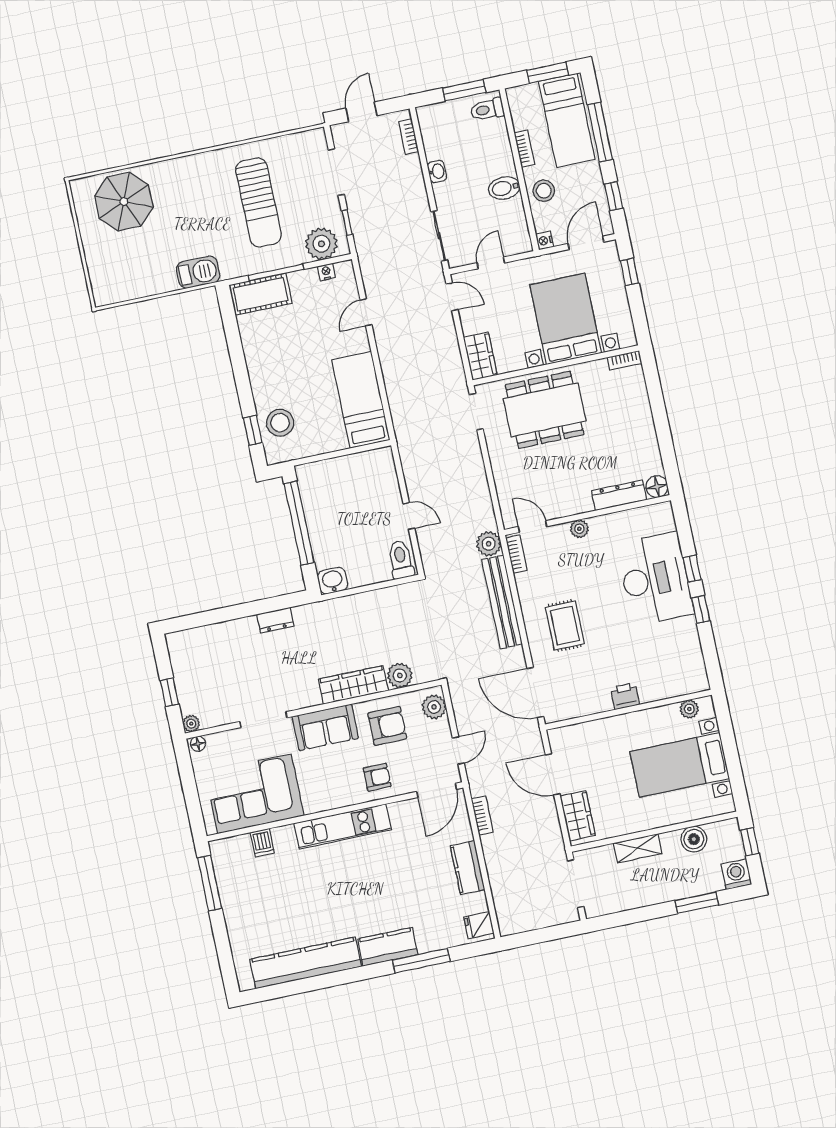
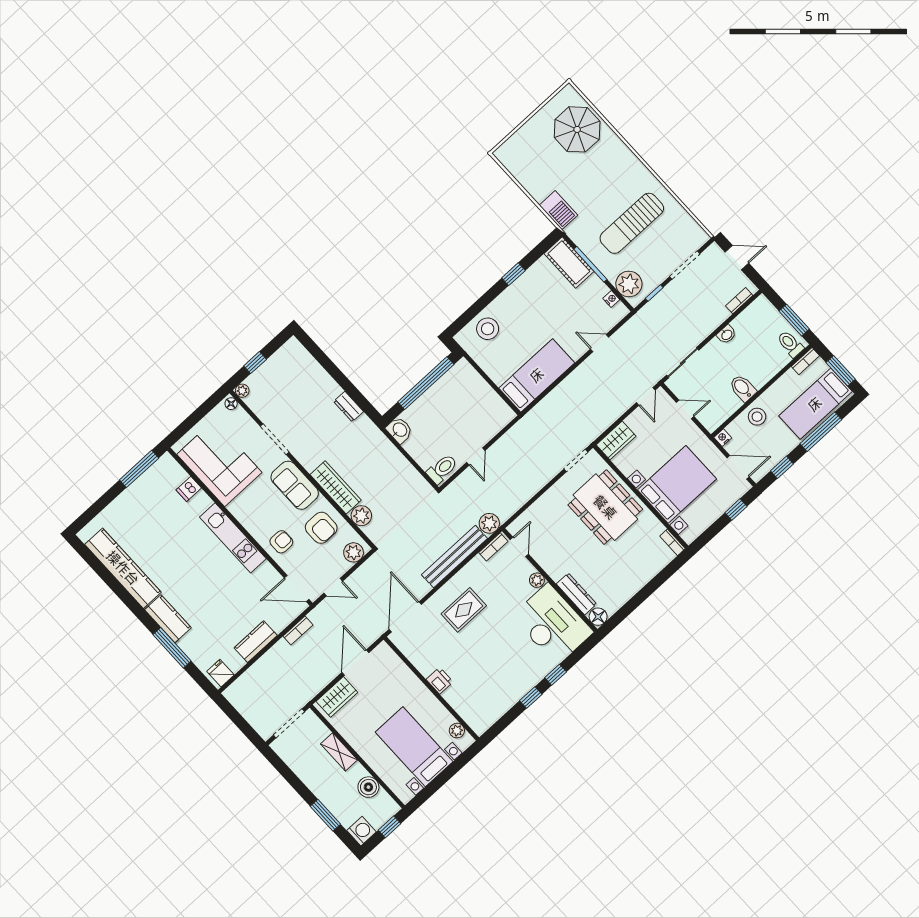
bookcase: (524, 149) -> (805, 361), moved
window: (253, 430) -> (513, 274), moved
desk: (655, 579) -> (552, 624), moved, turned -90
armchair: (377, 777) -> (281, 542), turned -90

